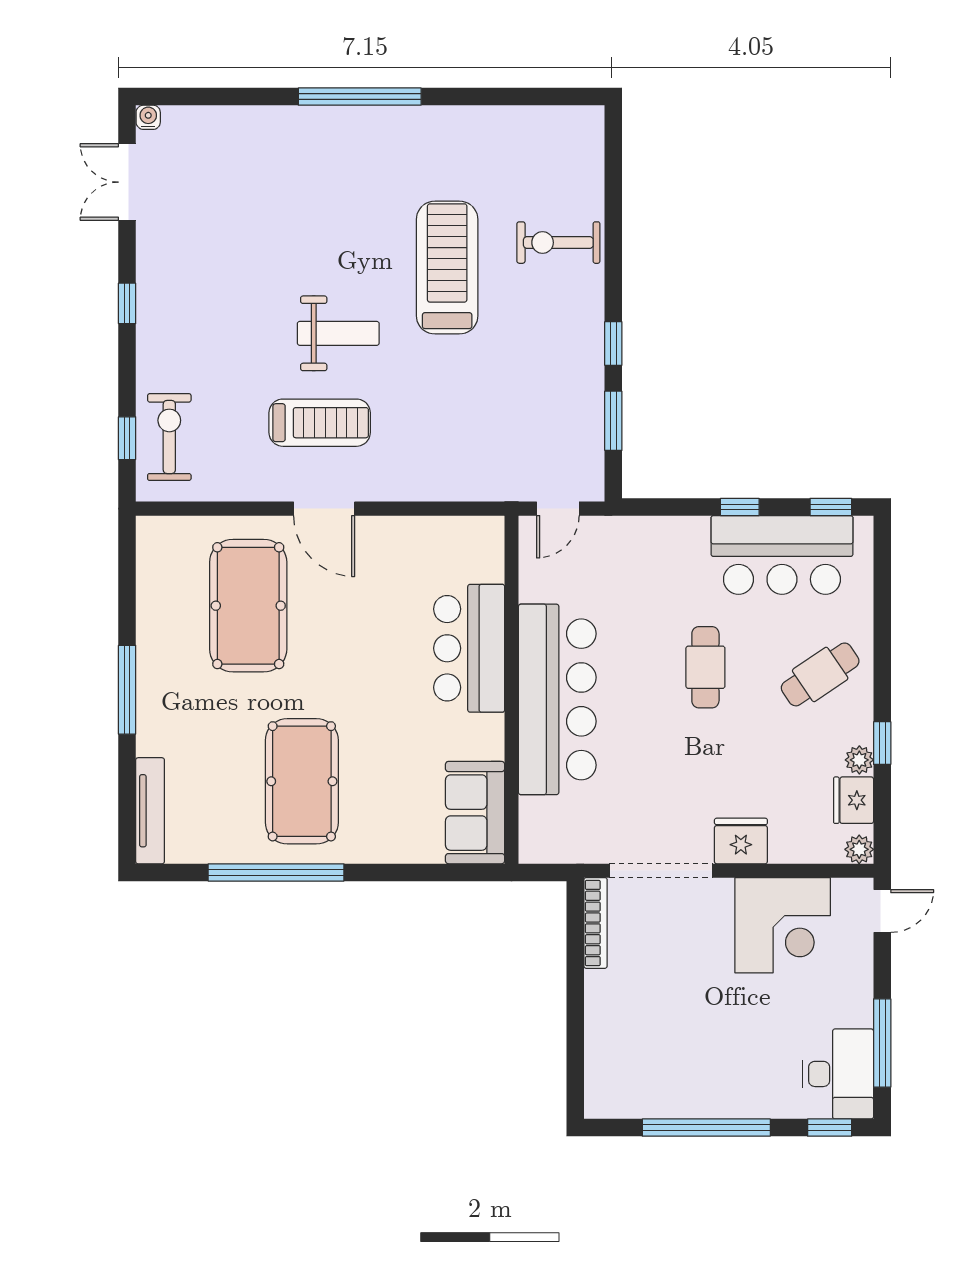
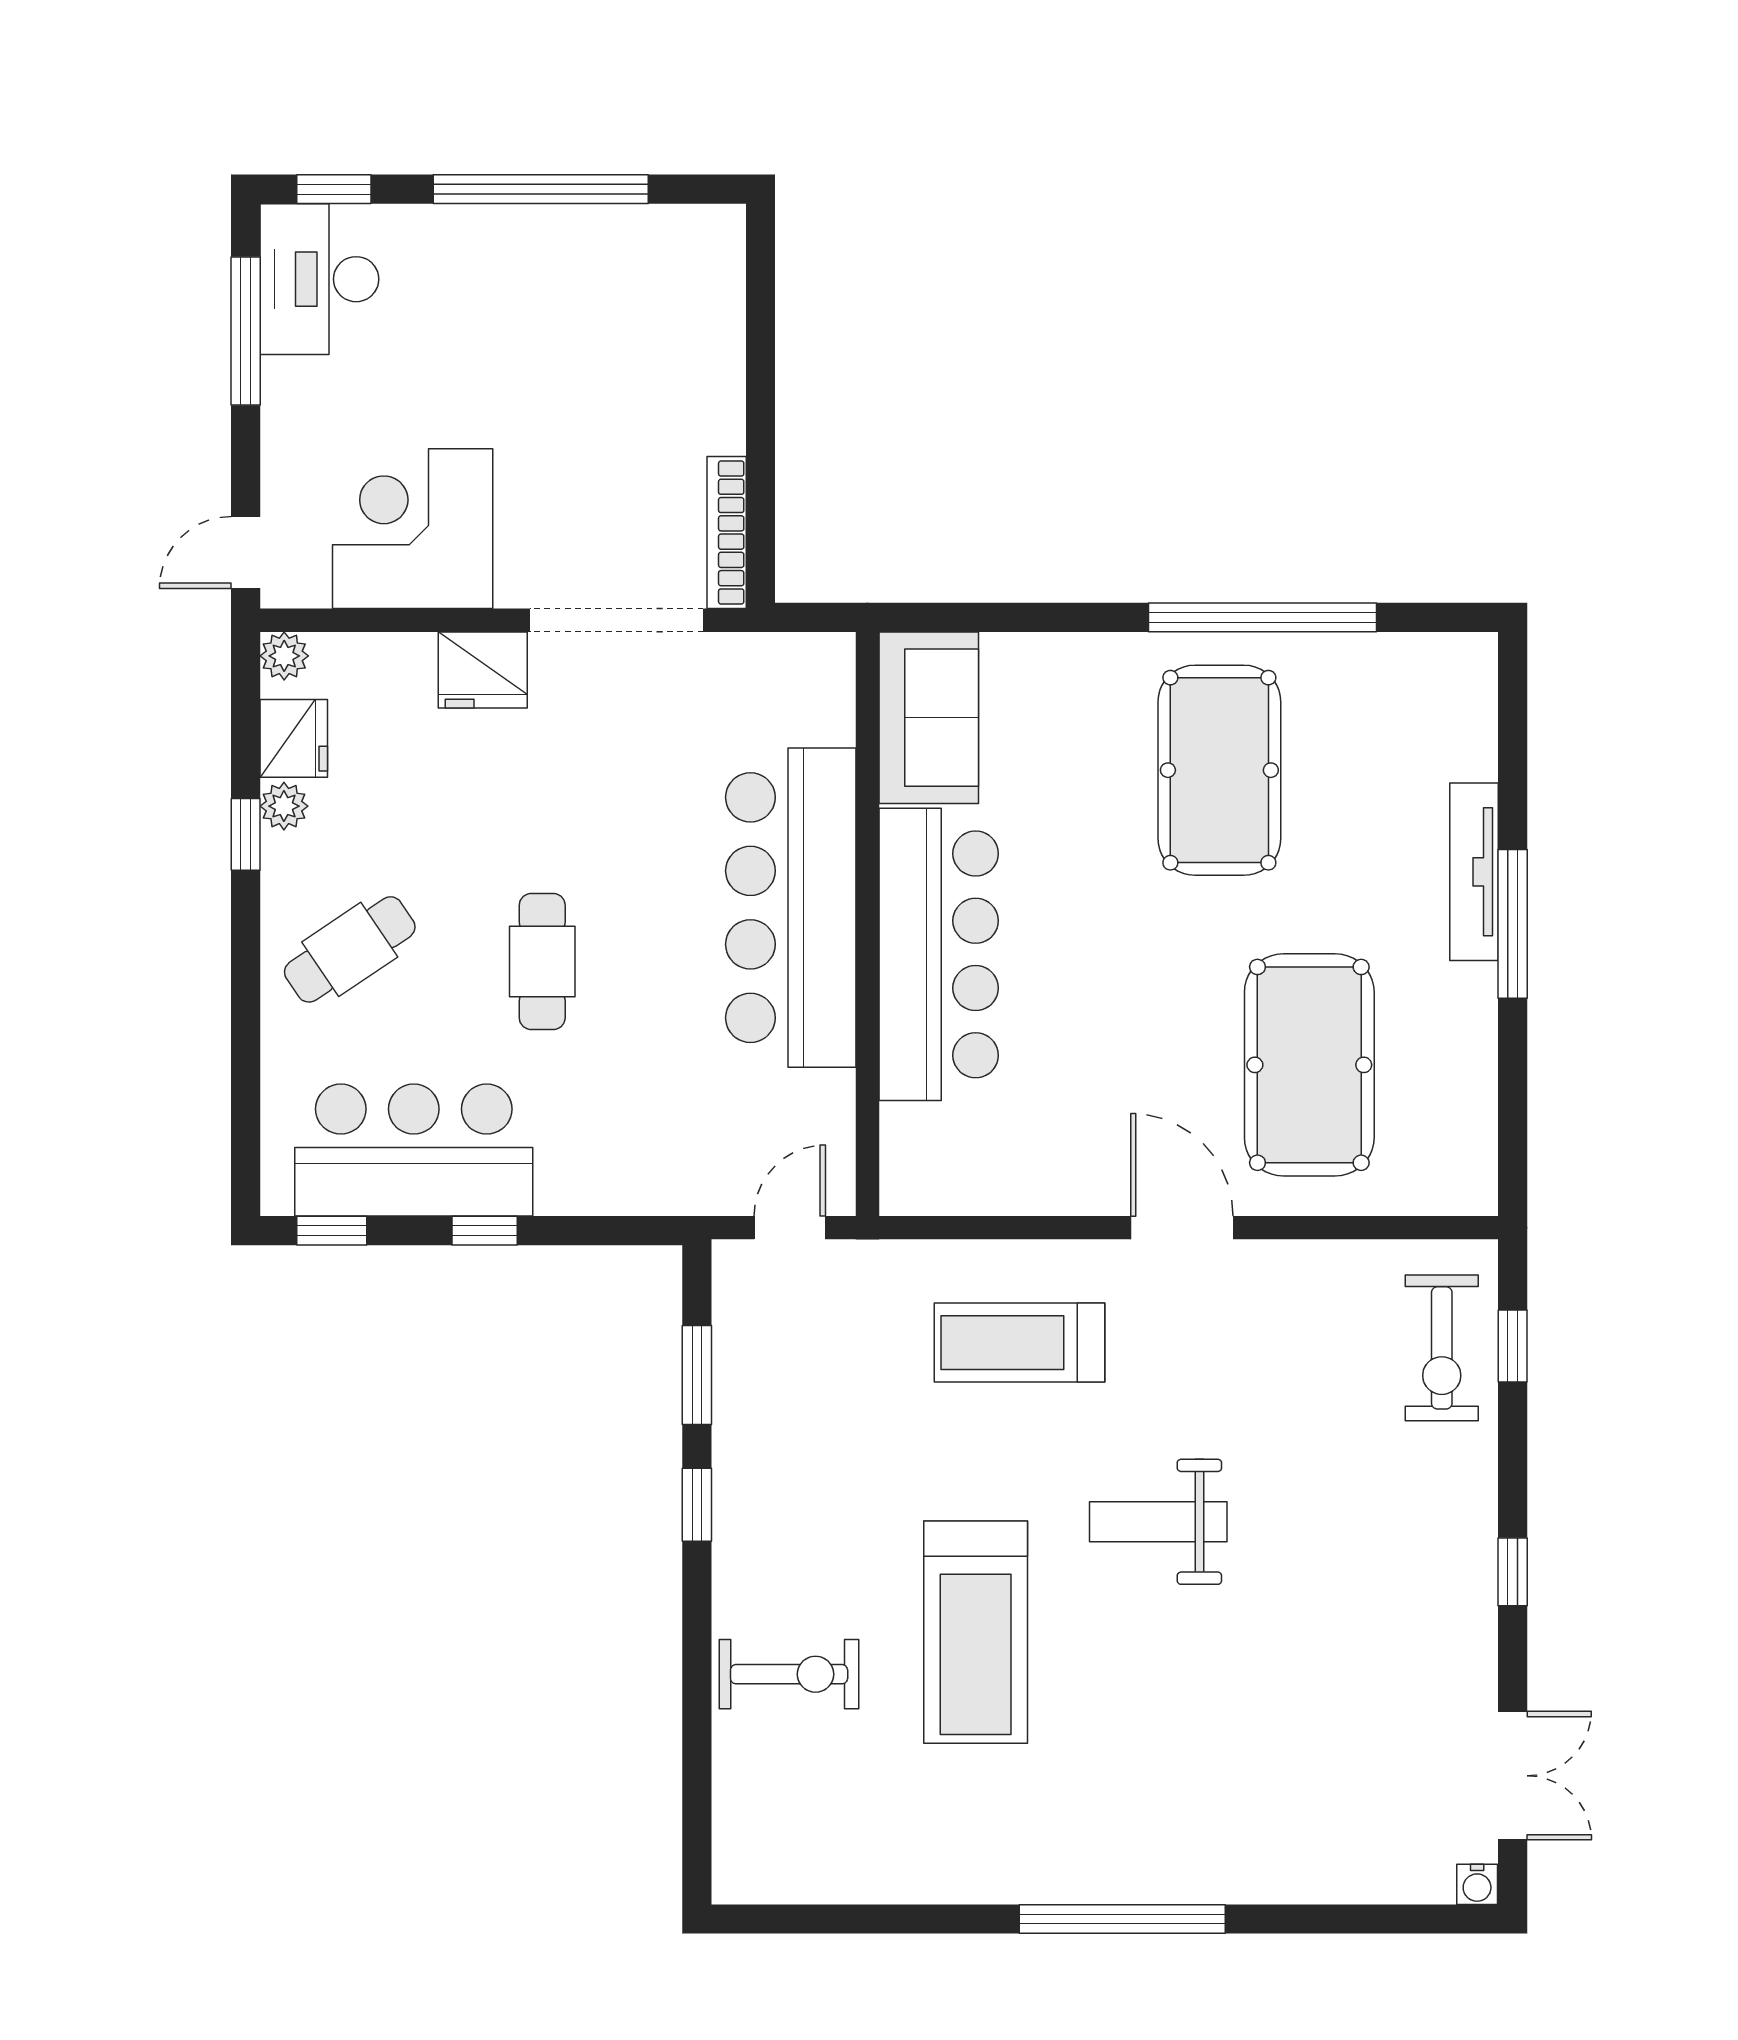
treadmill: (320, 423) -> (1019, 1343), moved
bar counter: (469, 648) -> (939, 954), width x1.36
tv unit: (150, 811) -> (1474, 872), moved

